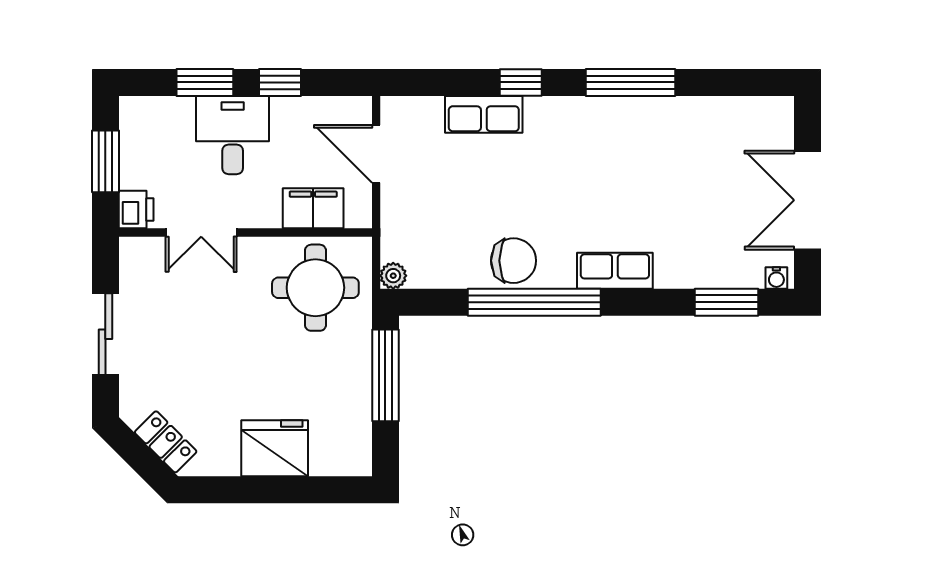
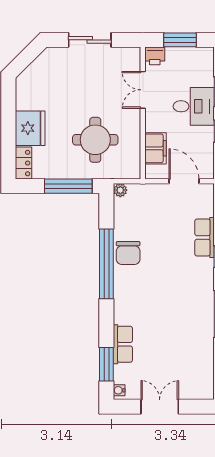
door: (376, 154) -> (184, 181), hinge flipped
double door: (808, 200) -> (160, 407), width x0.73
row of seats: (615, 271) -> (123, 344), moved
round table: (315, 288) -> (95, 140), moved
locker: (166, 442) -> (24, 163), moved, turned -45

